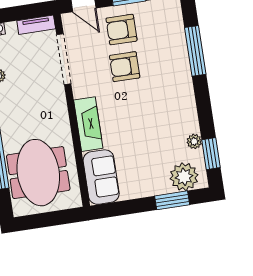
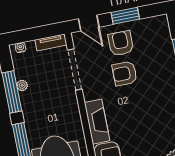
armchair: (121, 30) -> (121, 43), turned 90

